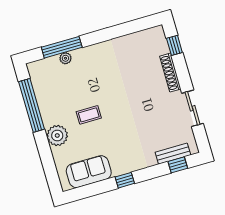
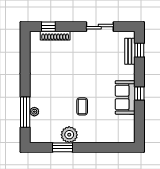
shoe rack: (170, 73) -> (55, 36), moved
window: (32, 105) -> (63, 147), width x0.47
plant: (57, 135) -> (69, 135), moved
sofa: (89, 172) -> (125, 97), moved

